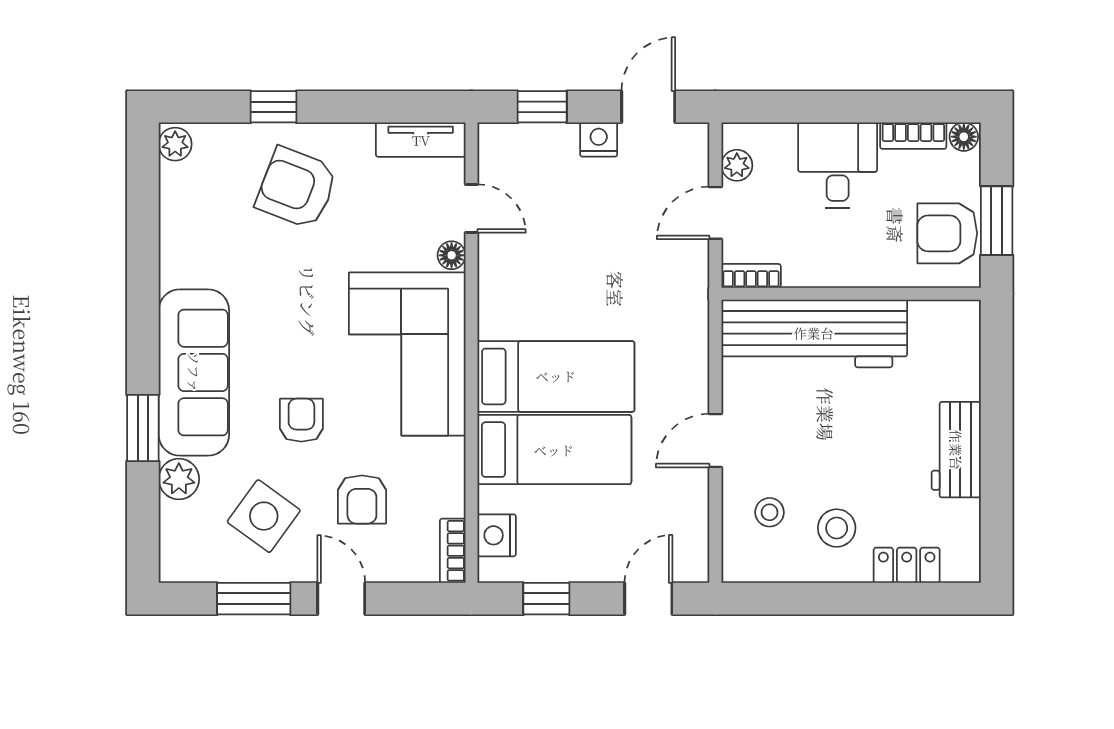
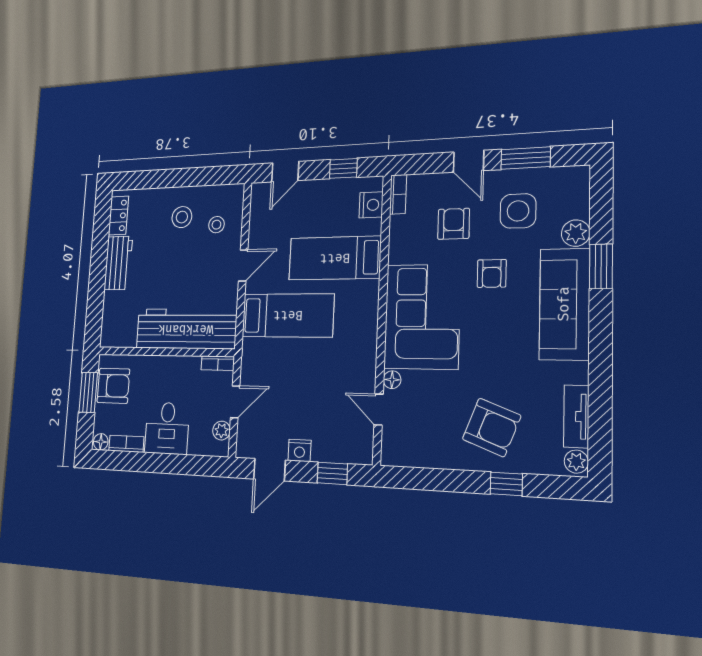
tv unit: (421, 140) -> (576, 416), moved, turned -90
bed: (556, 376) -> (288, 315), moved, turned 180
side table: (264, 516) -> (518, 211), turned -36
locker: (907, 565) -> (119, 216), moved, turned -90

